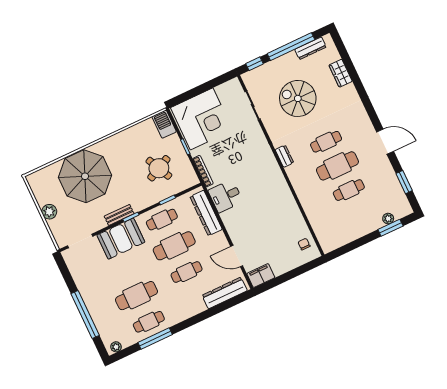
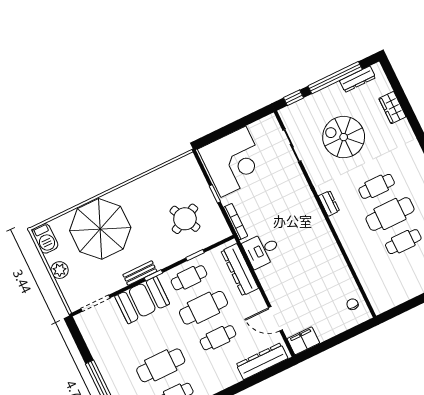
barbecue: (164, 124) -> (45, 238), moved, turned 180

